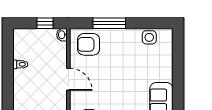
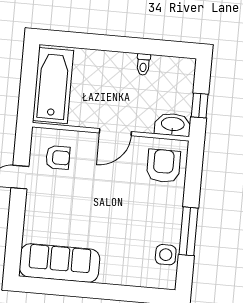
window: (109, 23) -> (188, 231), moved
washbasin: (62, 35) -> (173, 125), width x1.91, depth x1.45

